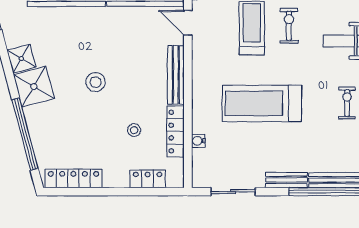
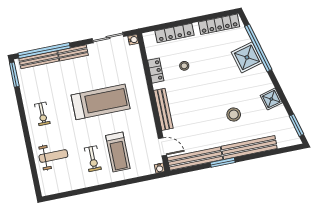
stool: (96, 82) -> (234, 114), moved
shower: (34, 87) -> (247, 57), moved
locker: (175, 132) -> (156, 71), width x0.66
water cooler: (198, 141) -> (133, 40), moved
locker: (148, 179) -> (175, 33), width x1.53

